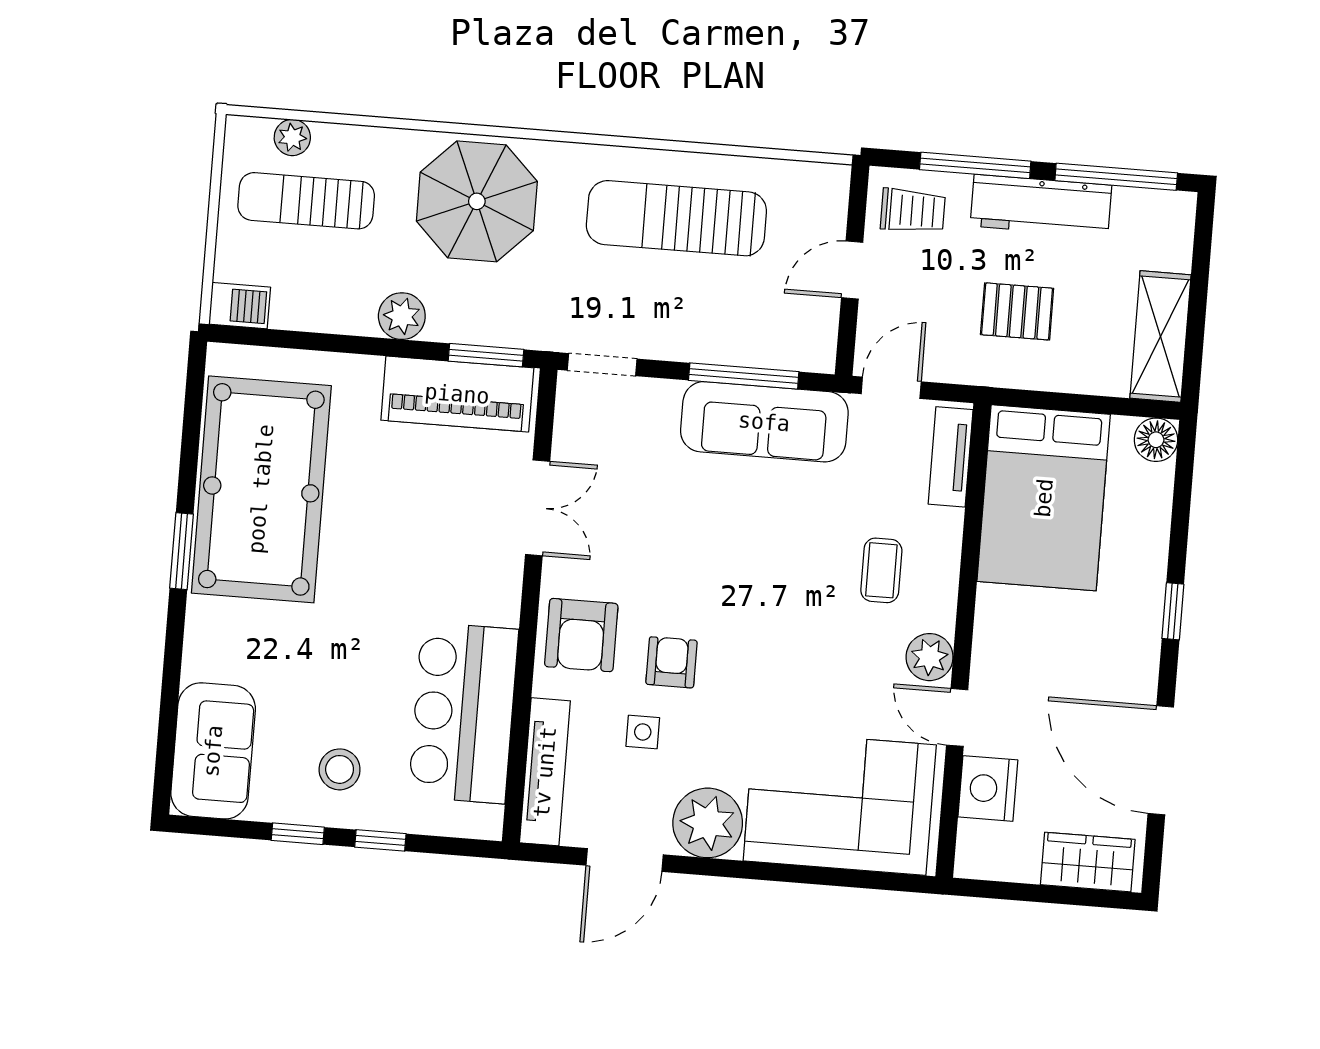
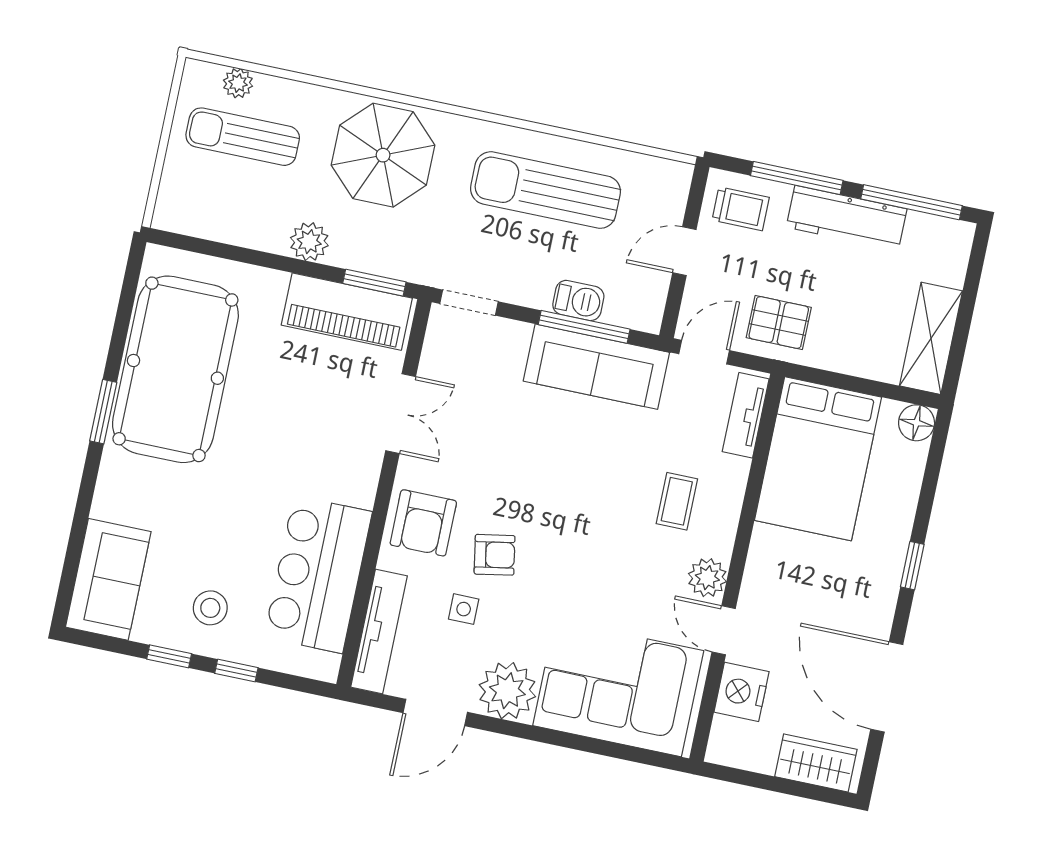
barbecue: (240, 306) -> (578, 300), moved
pallet: (1017, 311) -> (779, 322), moved
armchair: (671, 662) -> (495, 555), turned 80

